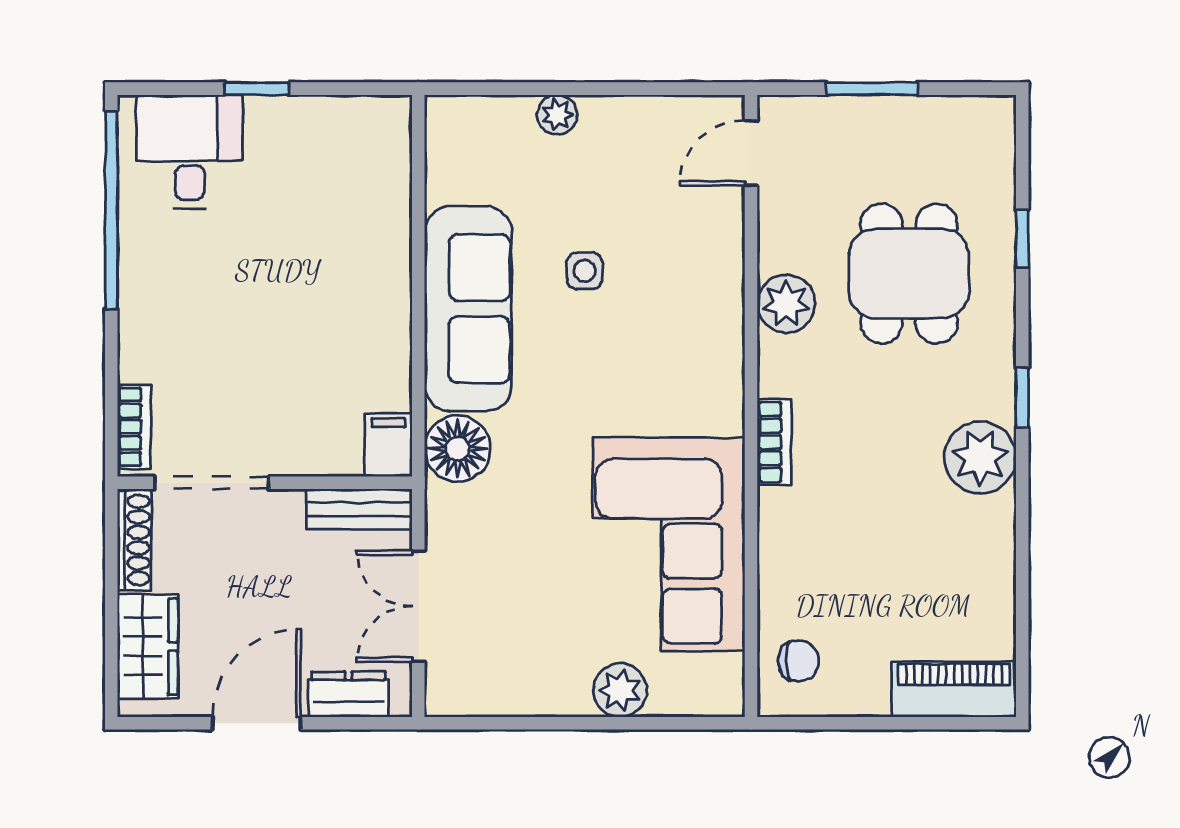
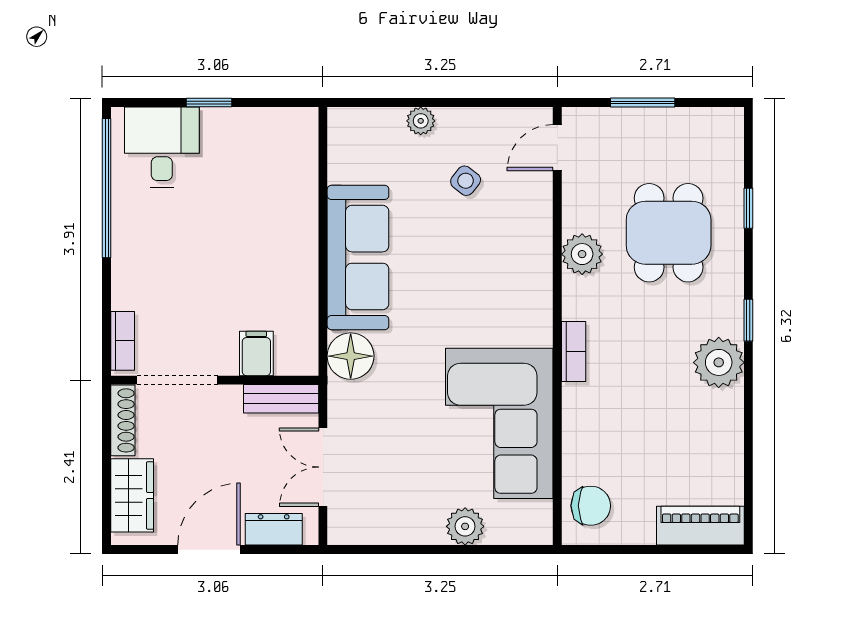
side table: (585, 271) -> (466, 181), moved, turned 38
filing cabinet: (388, 445) -> (256, 354), moved
chair: (798, 661) -> (591, 506), width x1.37, depth x1.37

